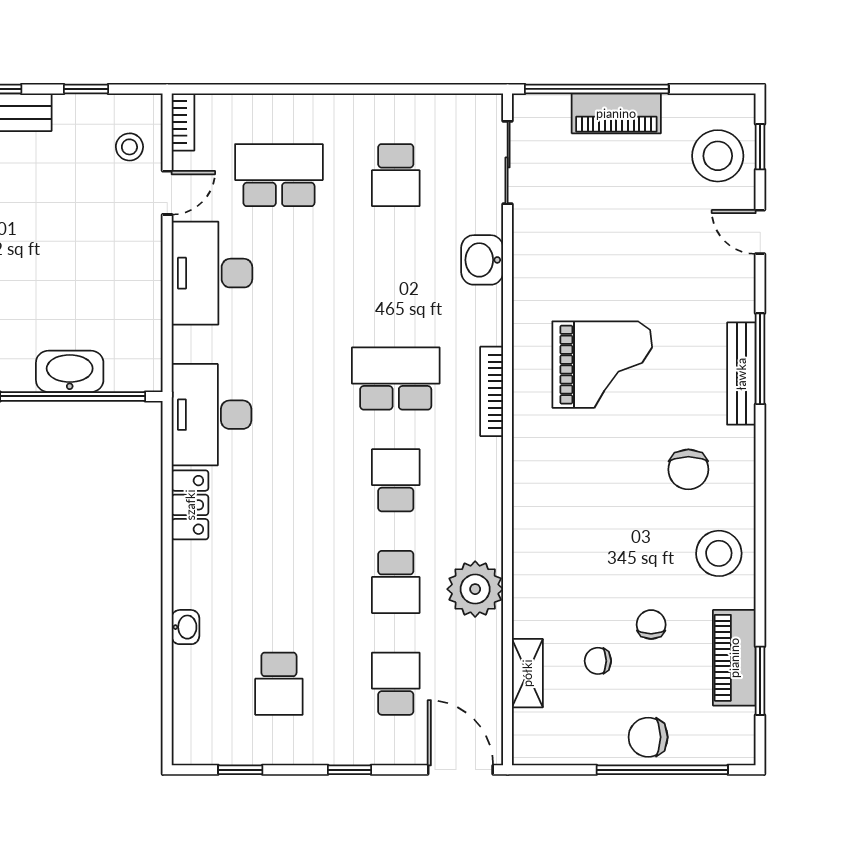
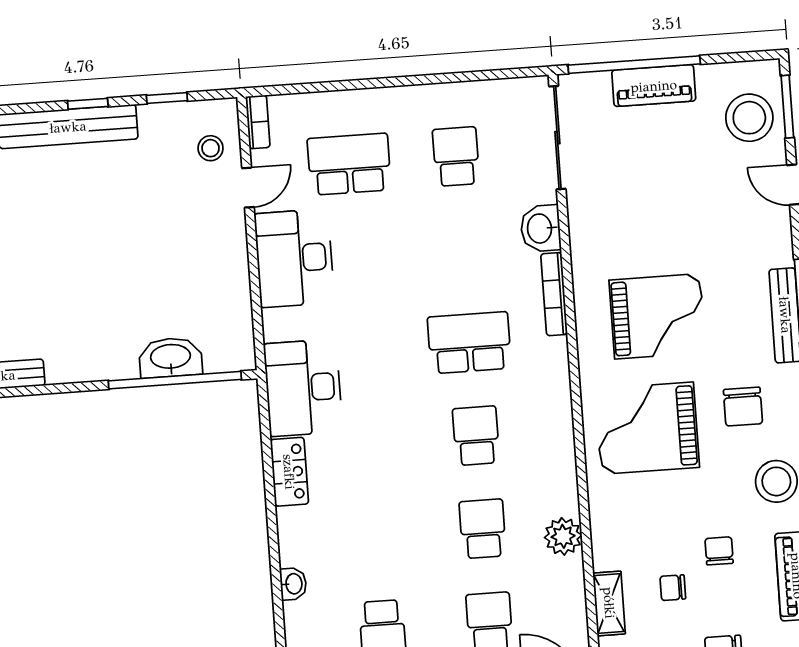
window: (760, 147) -> (787, 107), width x1.50
sliding door: (508, 162) -> (557, 138), width x1.37
school desk: (396, 175) -> (456, 157), turned 180
bookcase: (492, 391) -> (554, 294), moved
grand piano: (583, 485) -> (647, 428), added
school desk: (396, 582) -> (483, 529), turned 180
plant: (475, 589) -> (563, 536), width x0.73, depth x0.73

